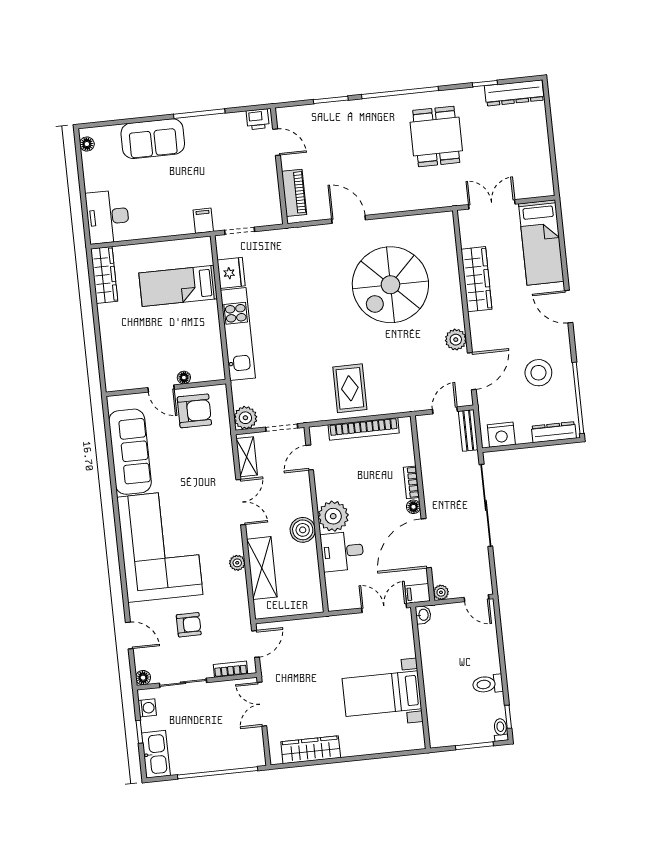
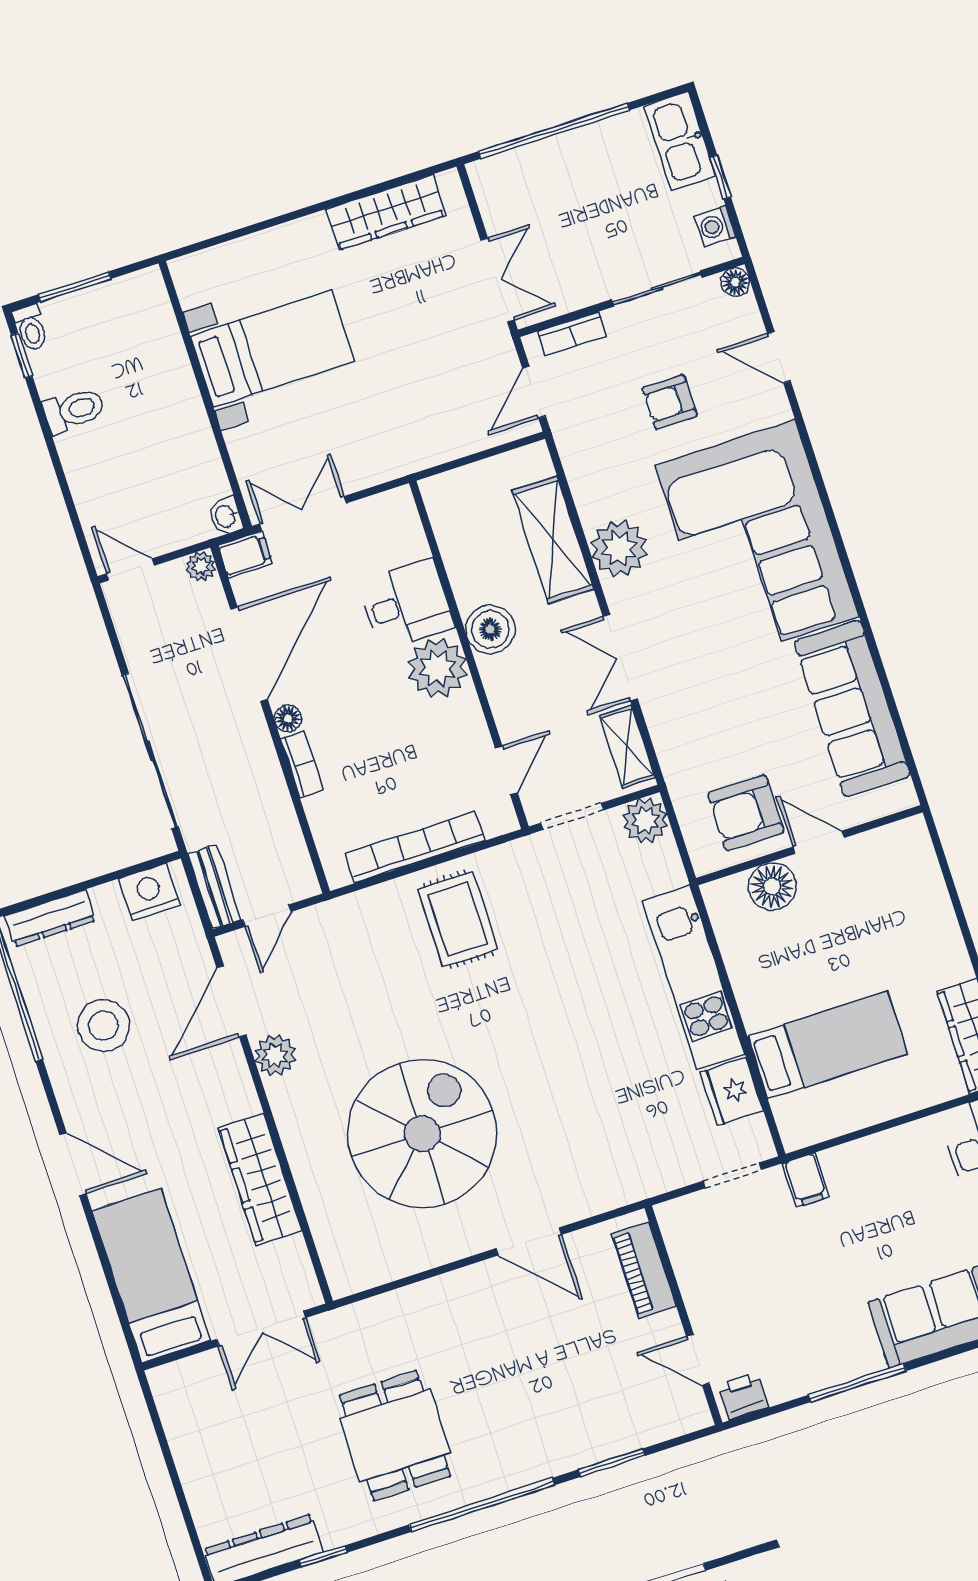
floor lamp: (184, 378) -> (772, 886), width x1.89, depth x1.89
plant: (237, 563) -> (619, 548), width x1.88, depth x1.88
double door: (384, 608) -> (303, 513), swing flipped

